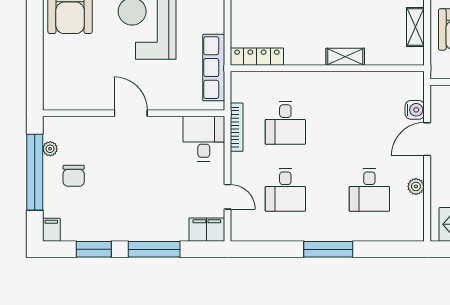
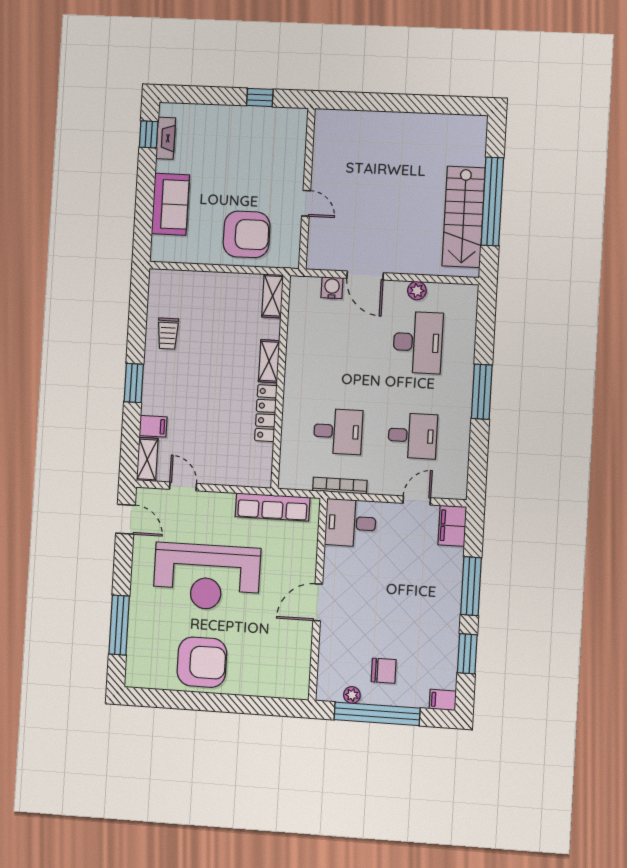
shelving: (415, 27) -> (273, 296), moved, turned 90
locker: (257, 57) -> (266, 413), moved
desk: (369, 190) -> (418, 342), width x1.37

